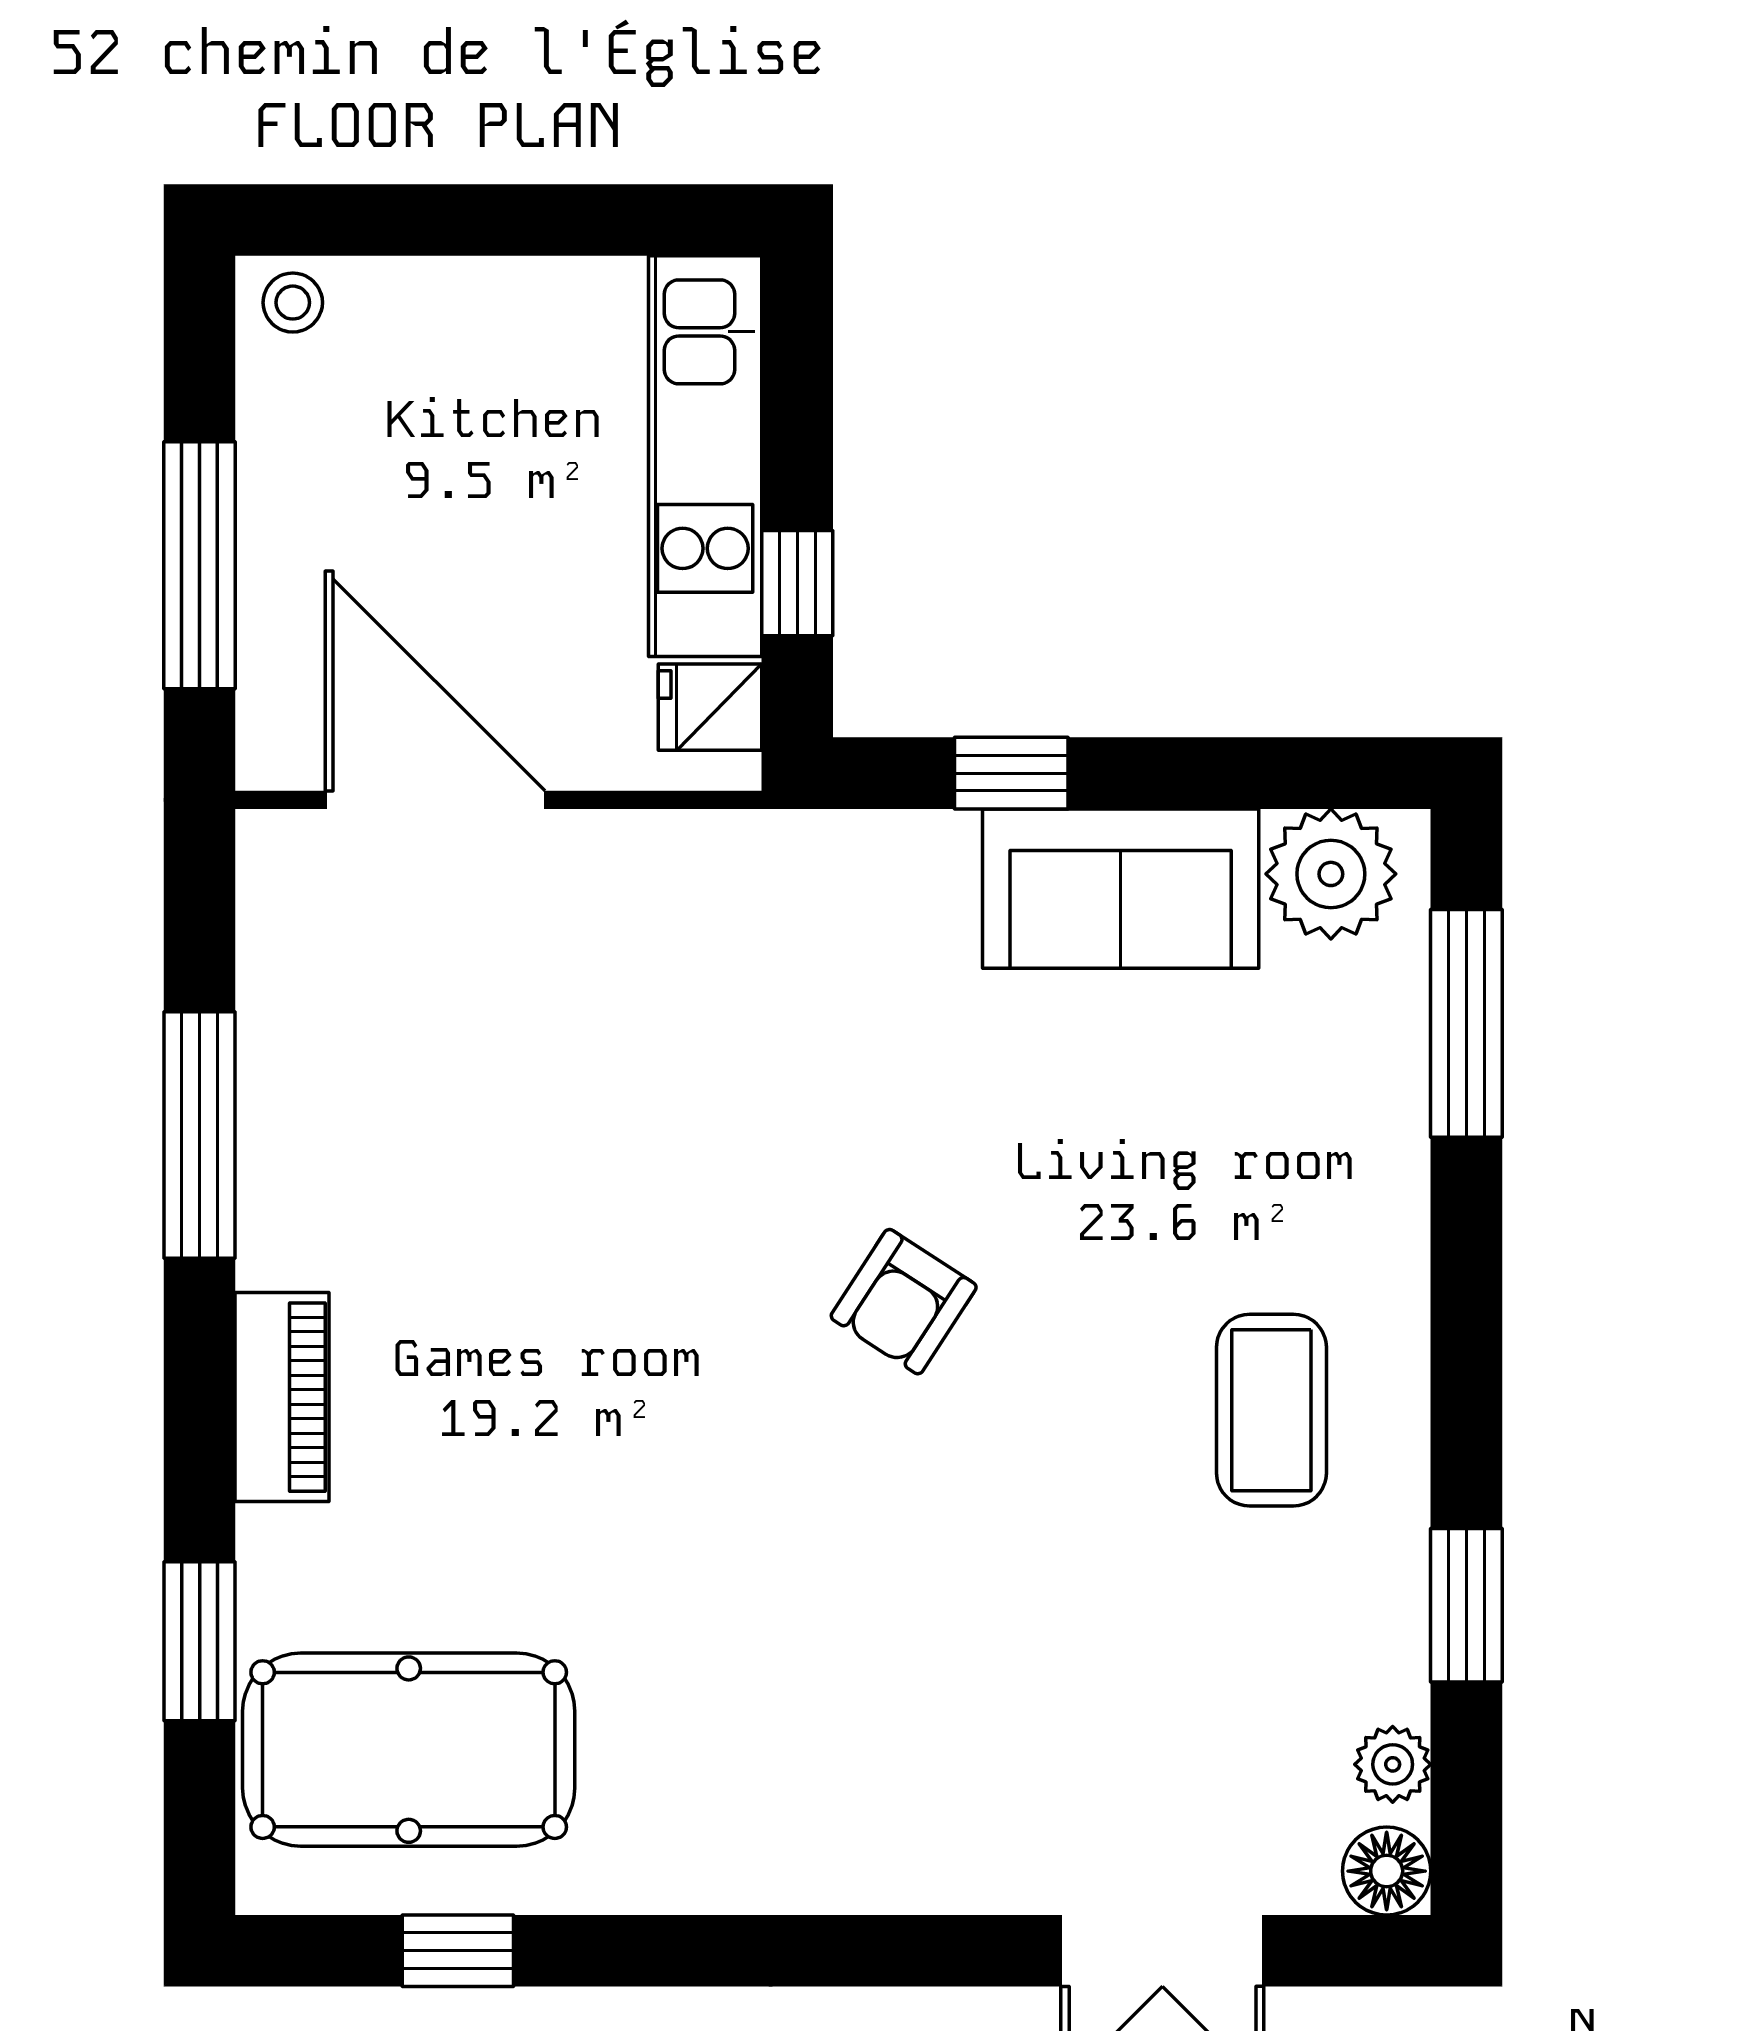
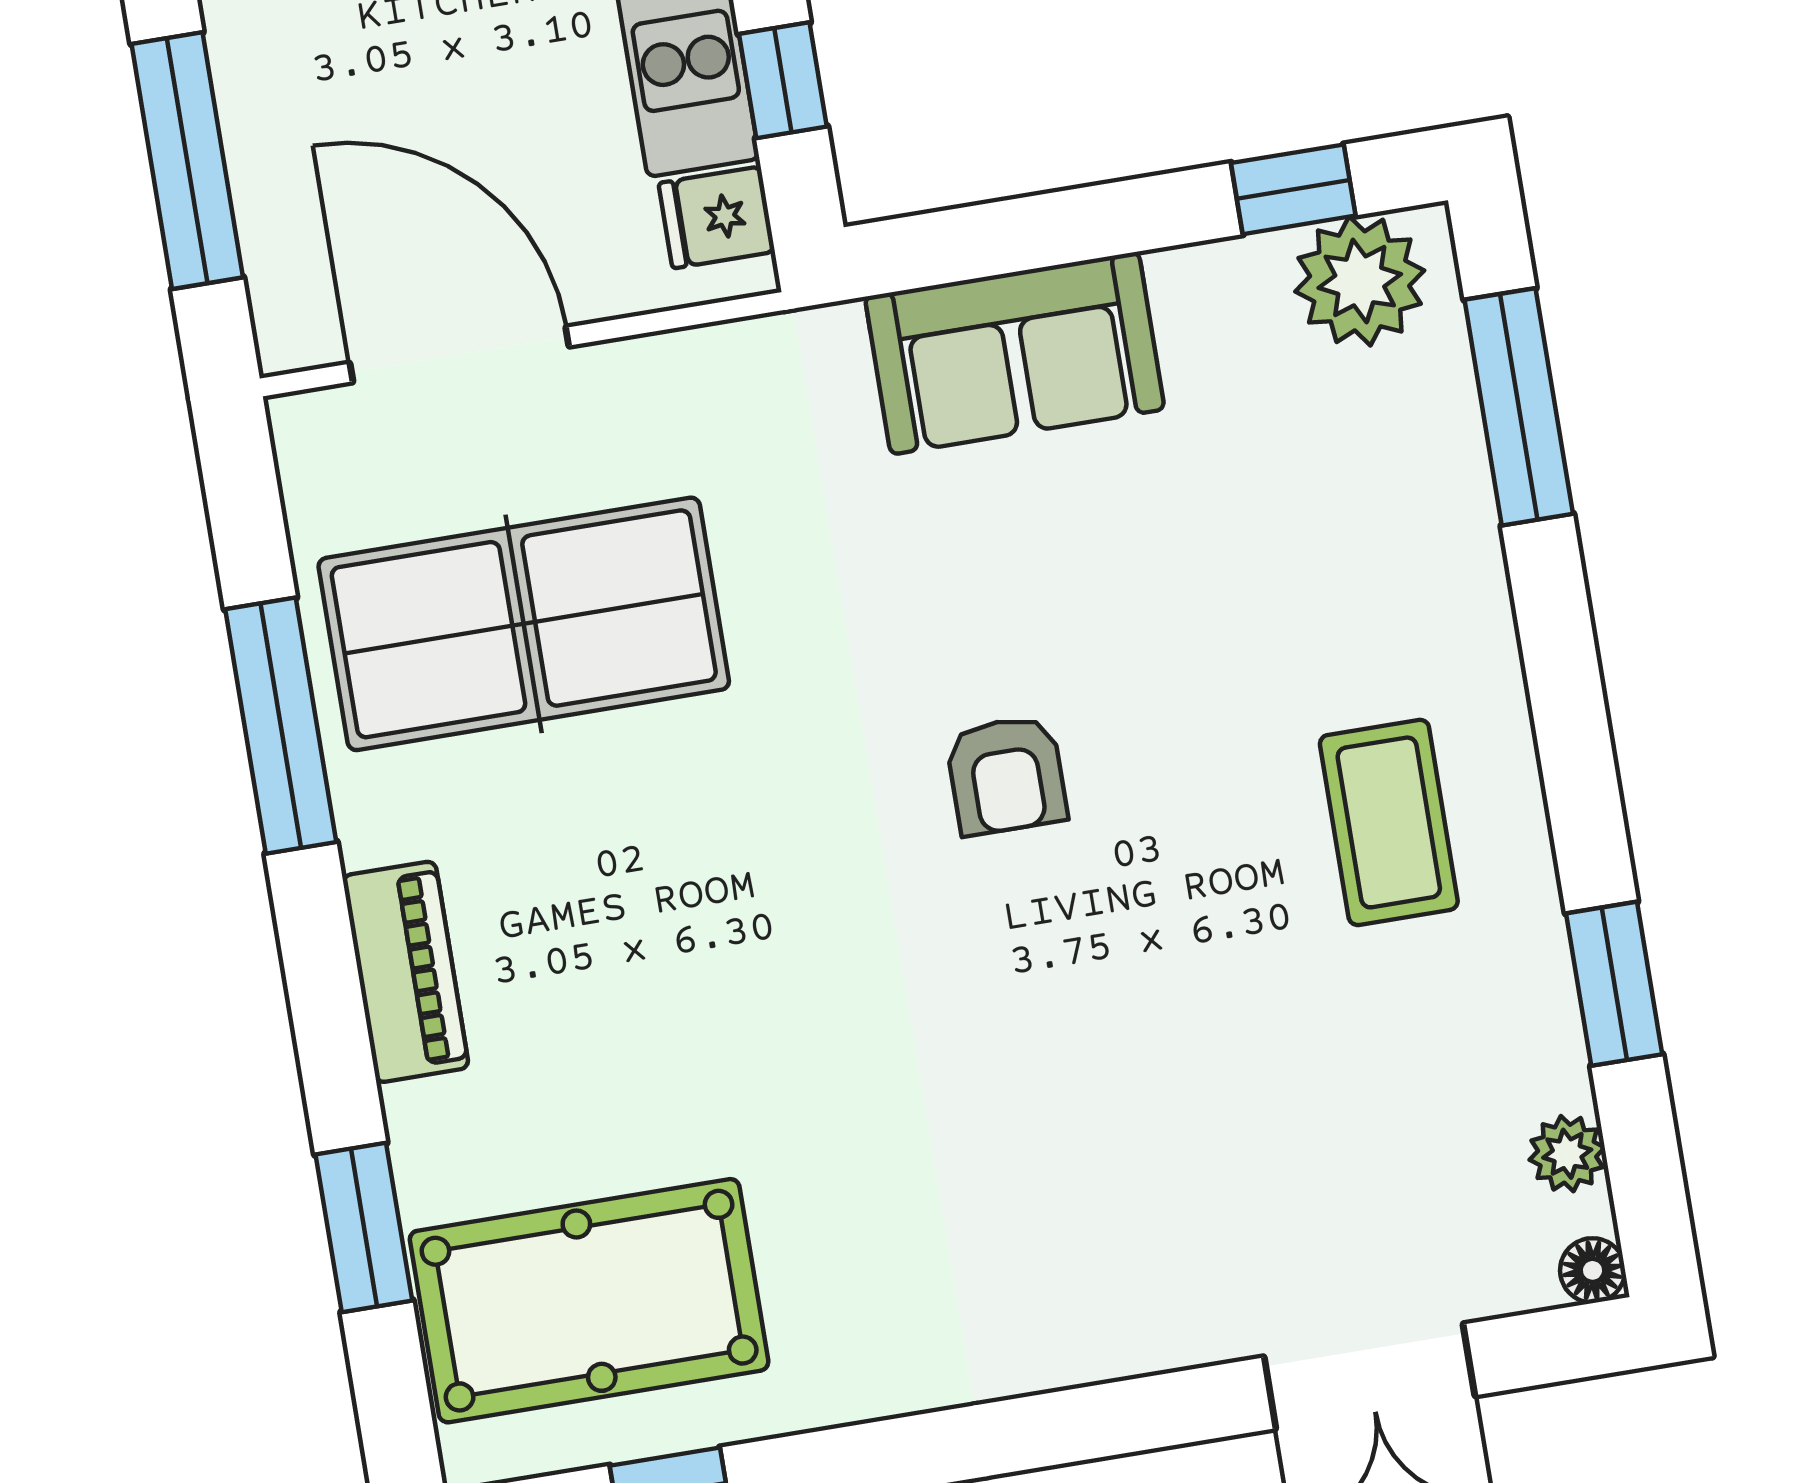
window: (1011, 773) -> (1293, 189), moved
sofa: (1121, 889) -> (1015, 353), moved
table tennis table: (455, 1075) -> (524, 624), added
armchair: (904, 1302) -> (1006, 775), turned -33
floor lamp: (1387, 1871) -> (1593, 1270), width x0.73, depth x0.73

